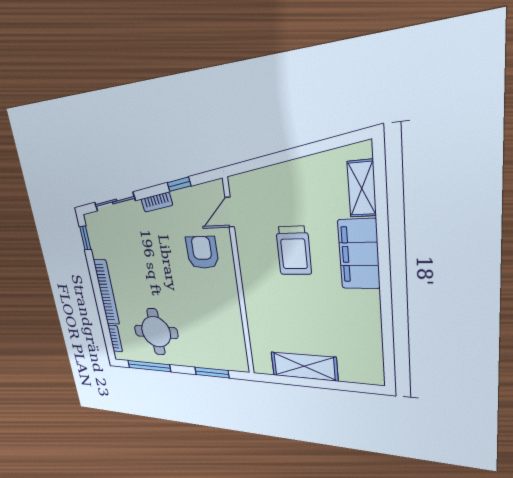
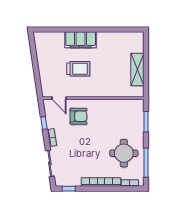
shelving: (362, 189) -> (52, 37), removed
armchair: (202, 252) -> (78, 116), turned 180

